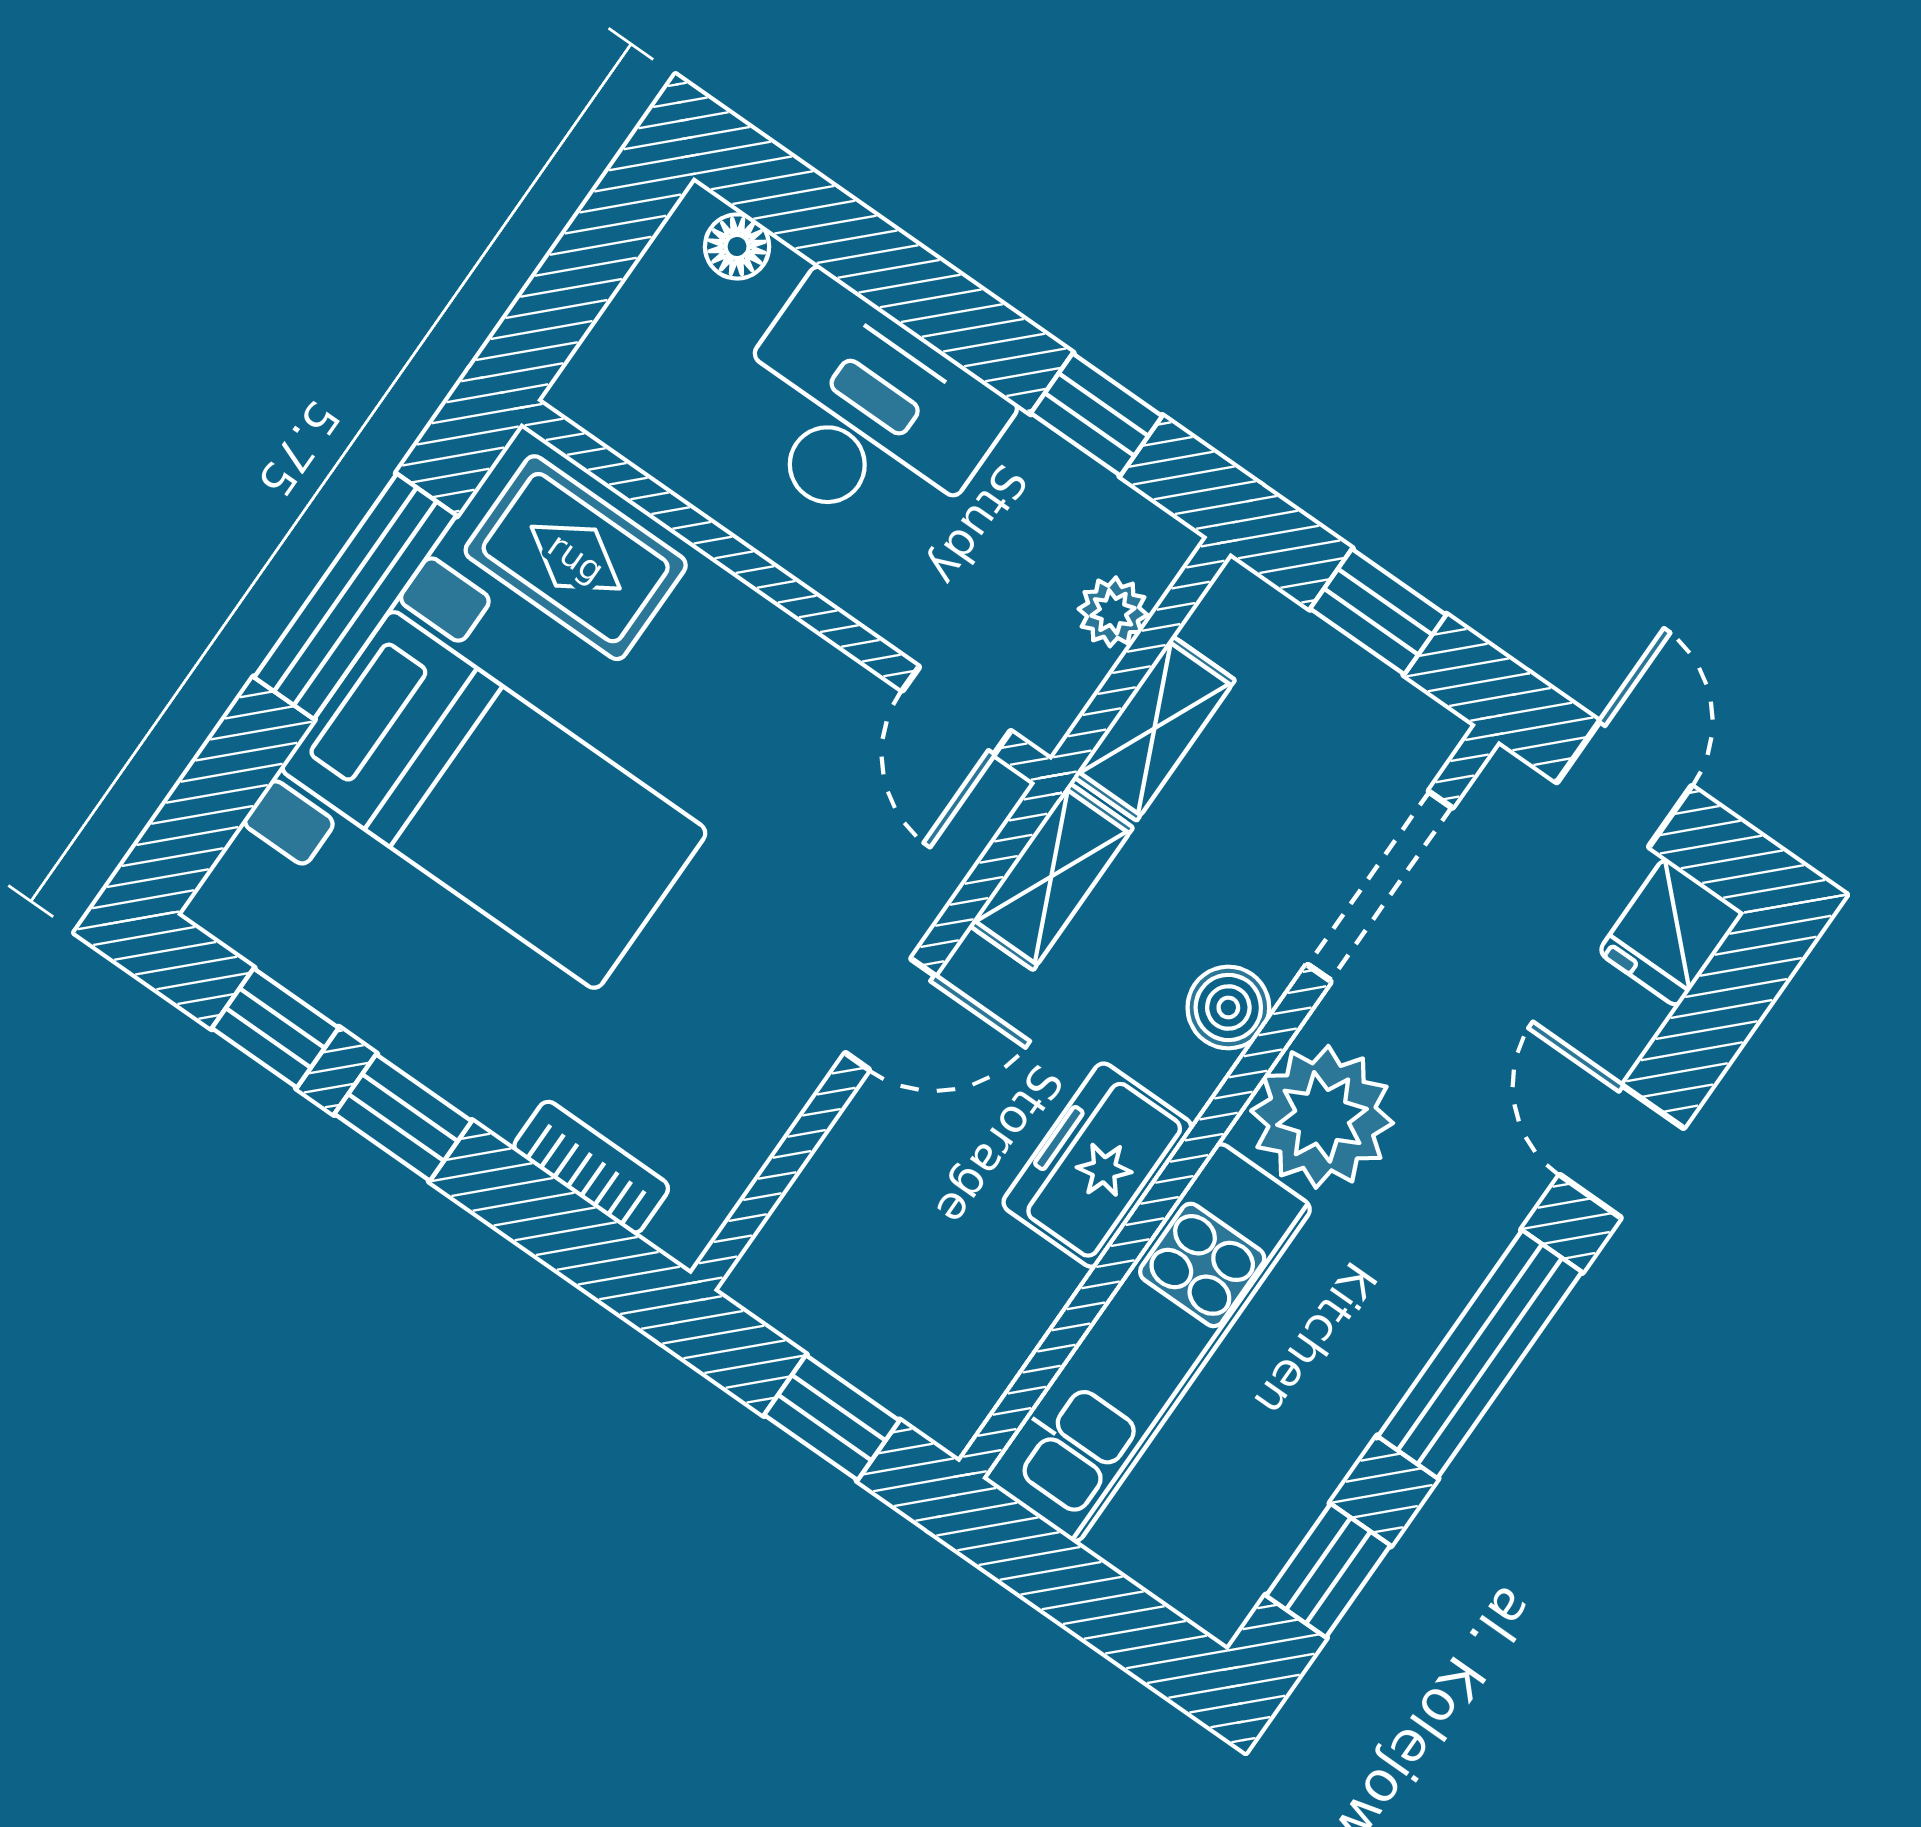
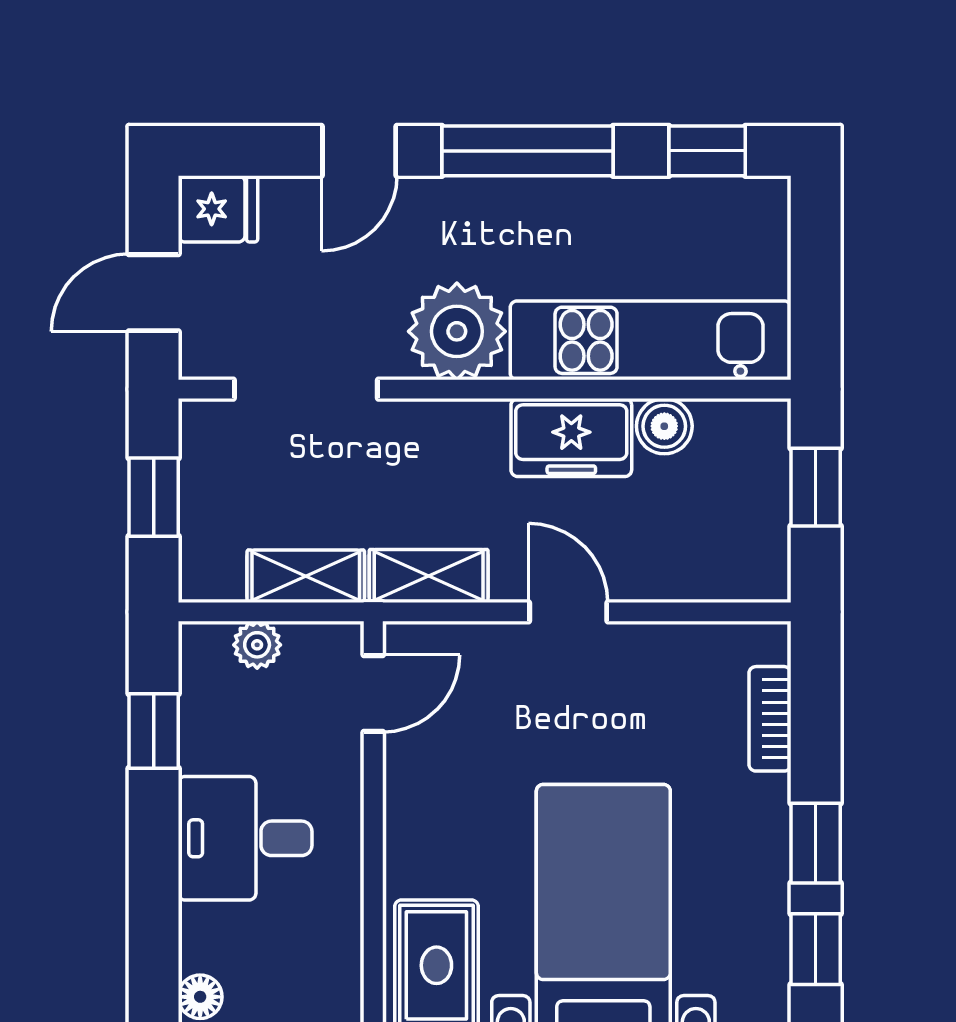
desk: (862, 415) -> (245, 838), width x0.73
boiler: (1228, 1007) -> (664, 426), moved

